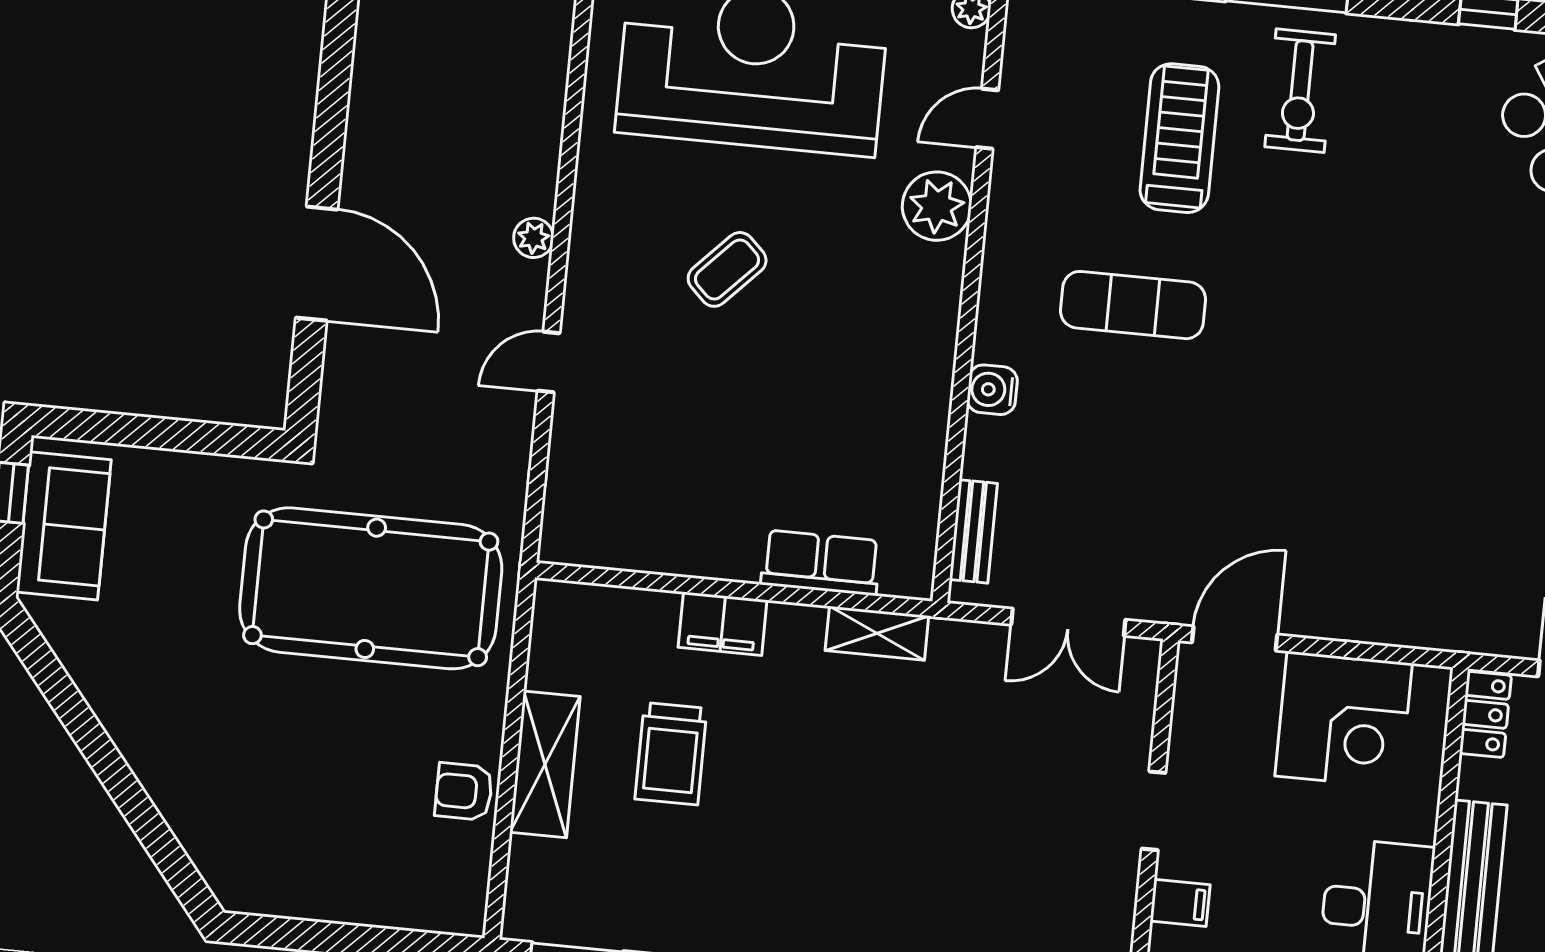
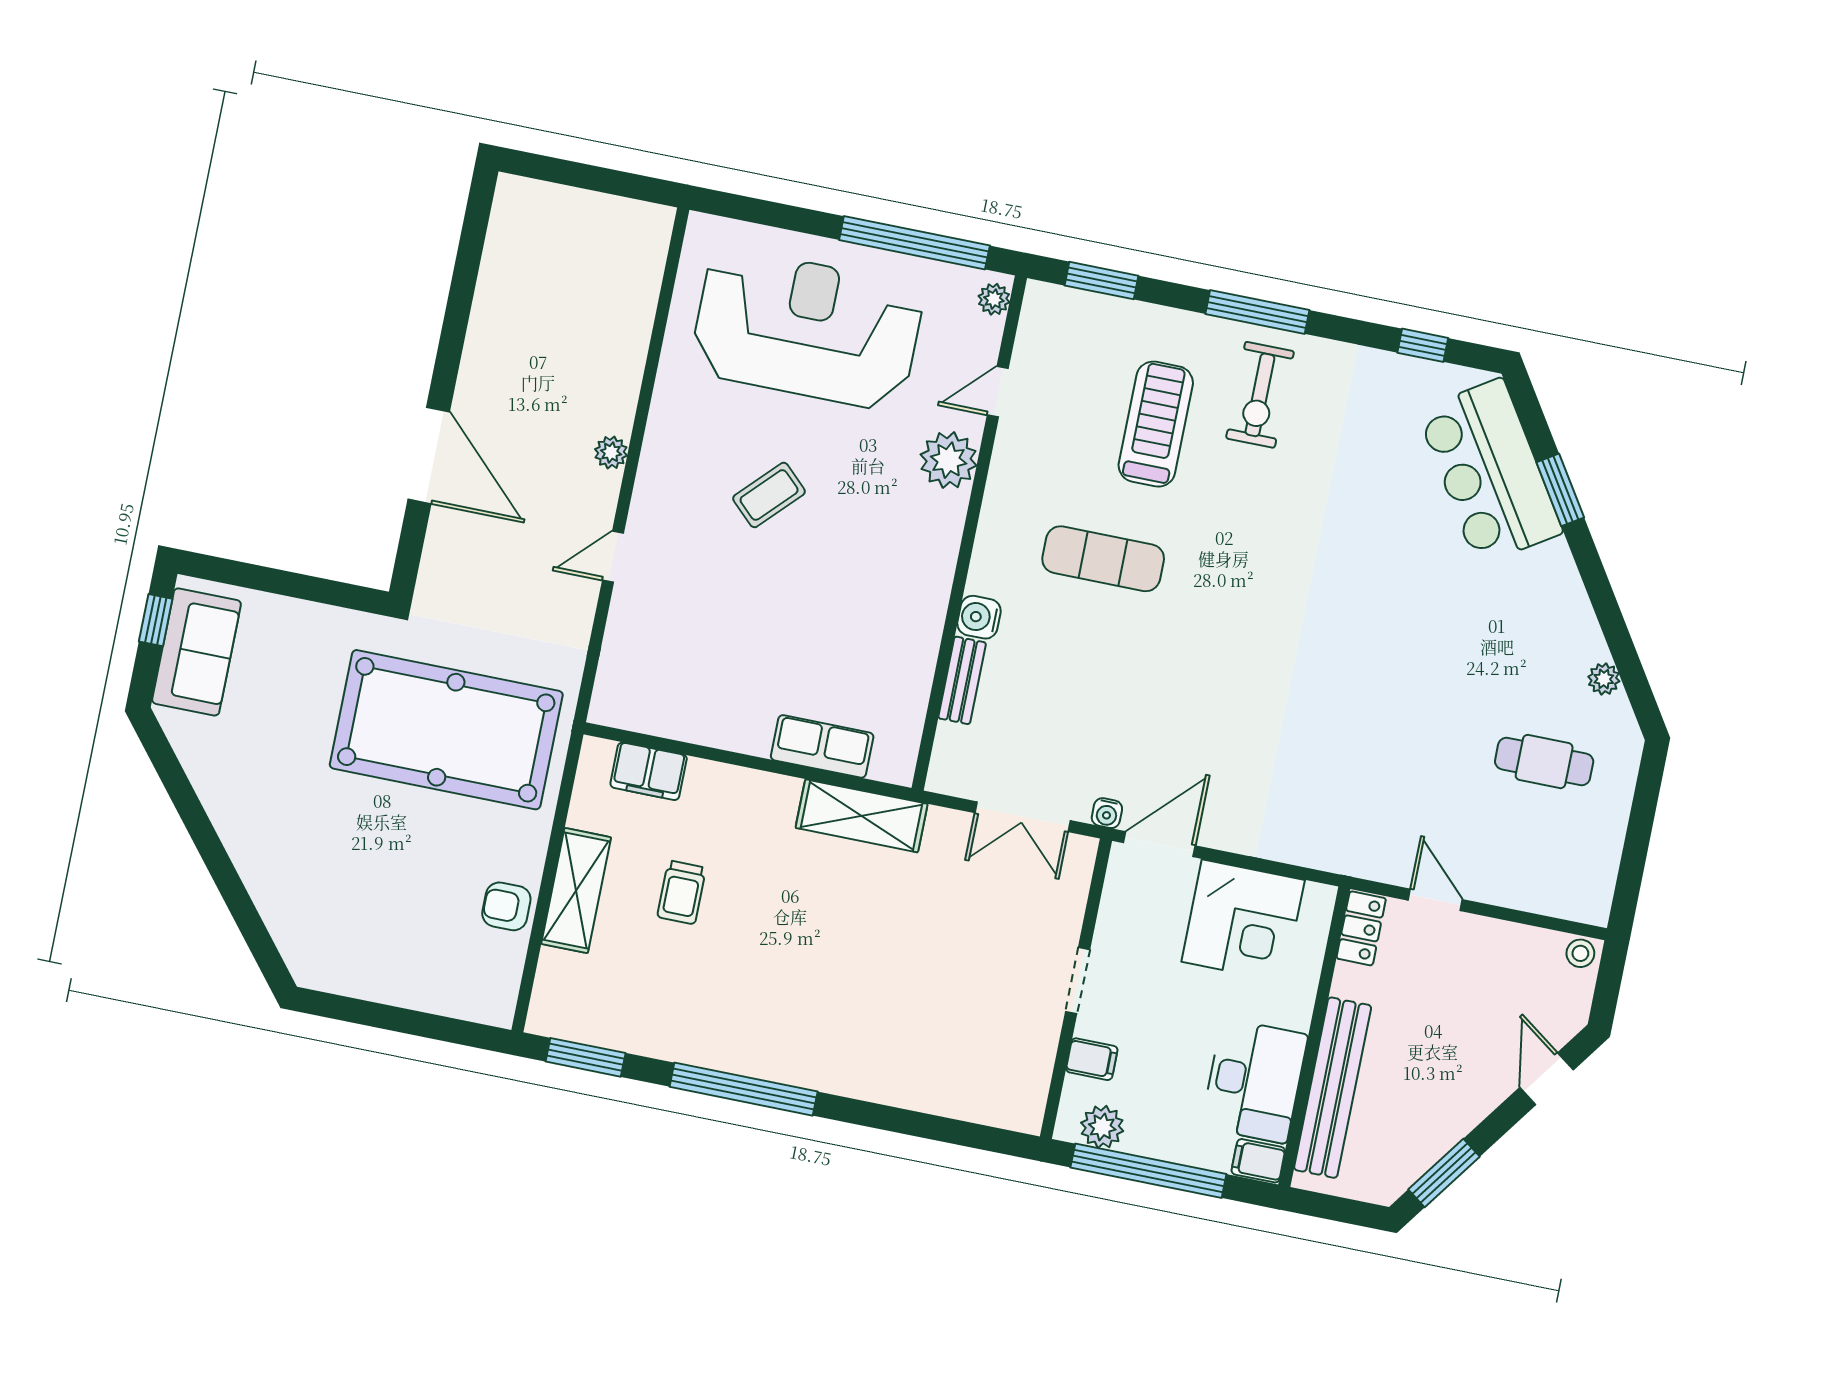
bench: (973, 531) -> (962, 680), moved
water cooler: (1168, 608) -> (1107, 813), added
filing cabinet: (723, 624) -> (649, 771), moved
shelving: (877, 633) -> (862, 816), width x1.50, depth x1.33
trolley: (671, 754) -> (682, 892), width x0.73, depth x0.72

